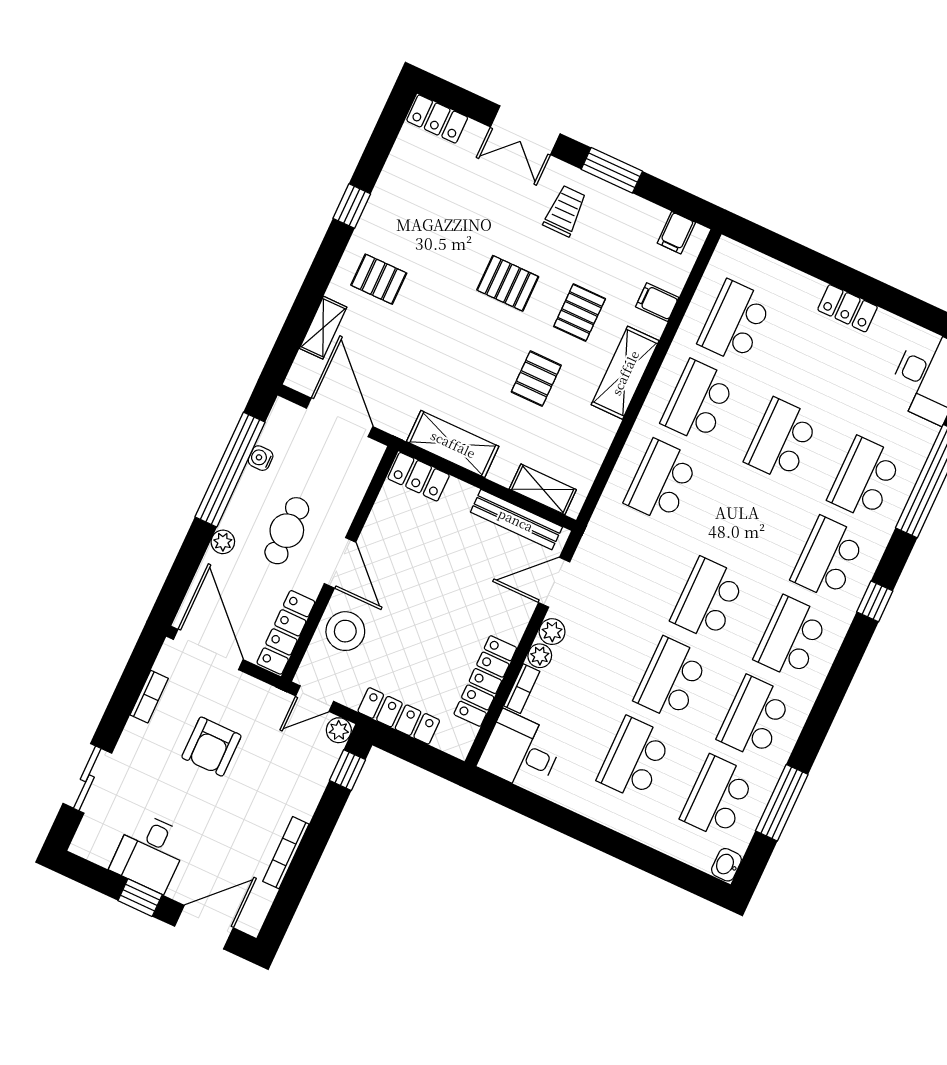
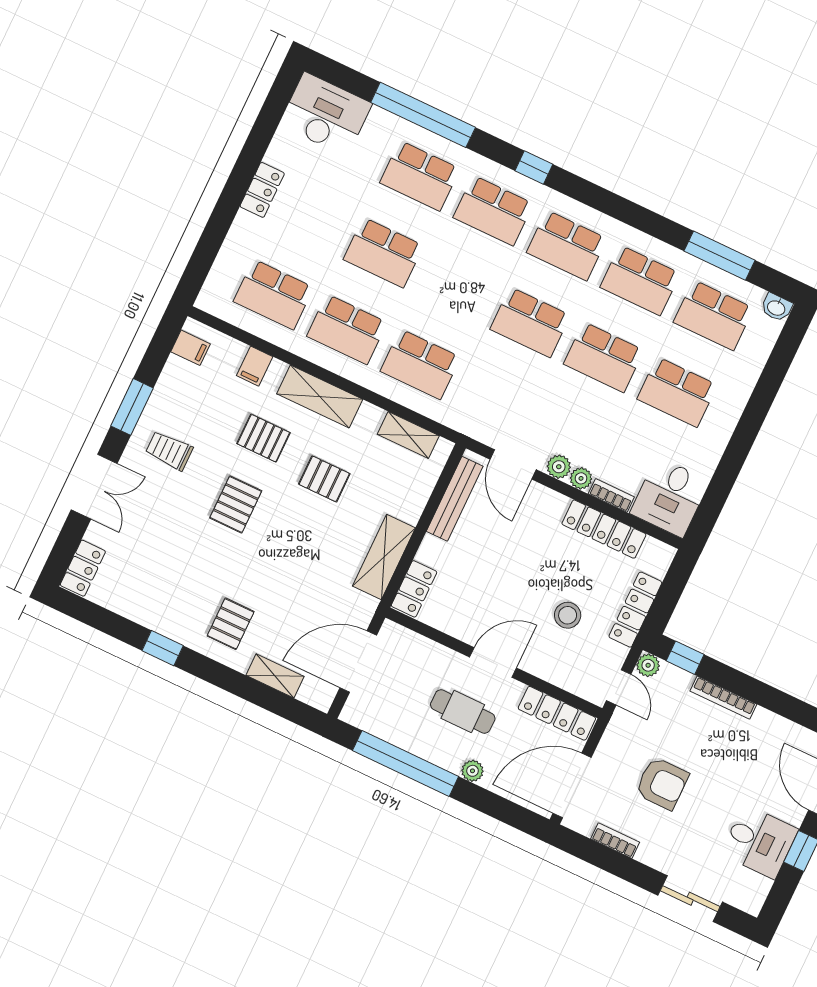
water cooler: (261, 458) -> (395, 735), removed
shelving: (543, 489) -> (408, 435), moved, turned 90
stool: (345, 631) -> (568, 615), moved, width x0.73, depth x0.73
bookcase: (286, 853) -> (723, 698), moved

